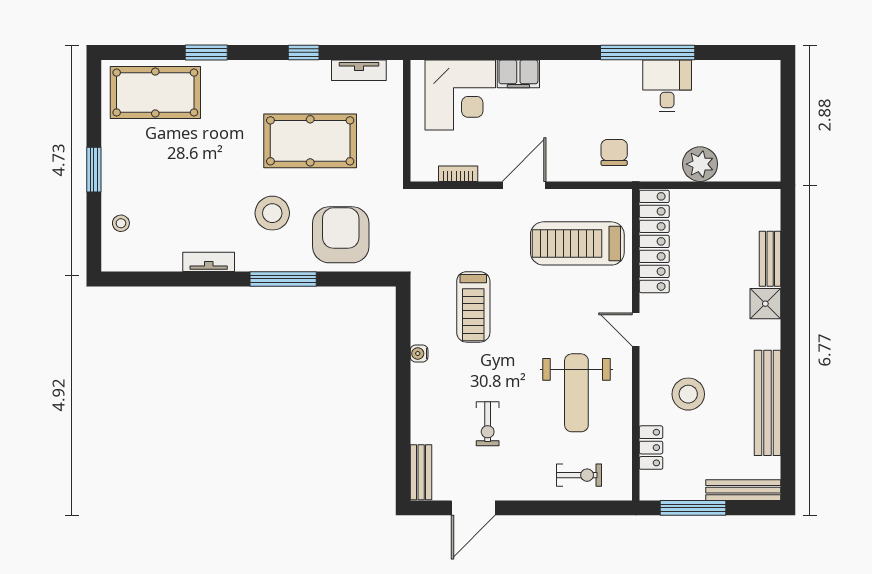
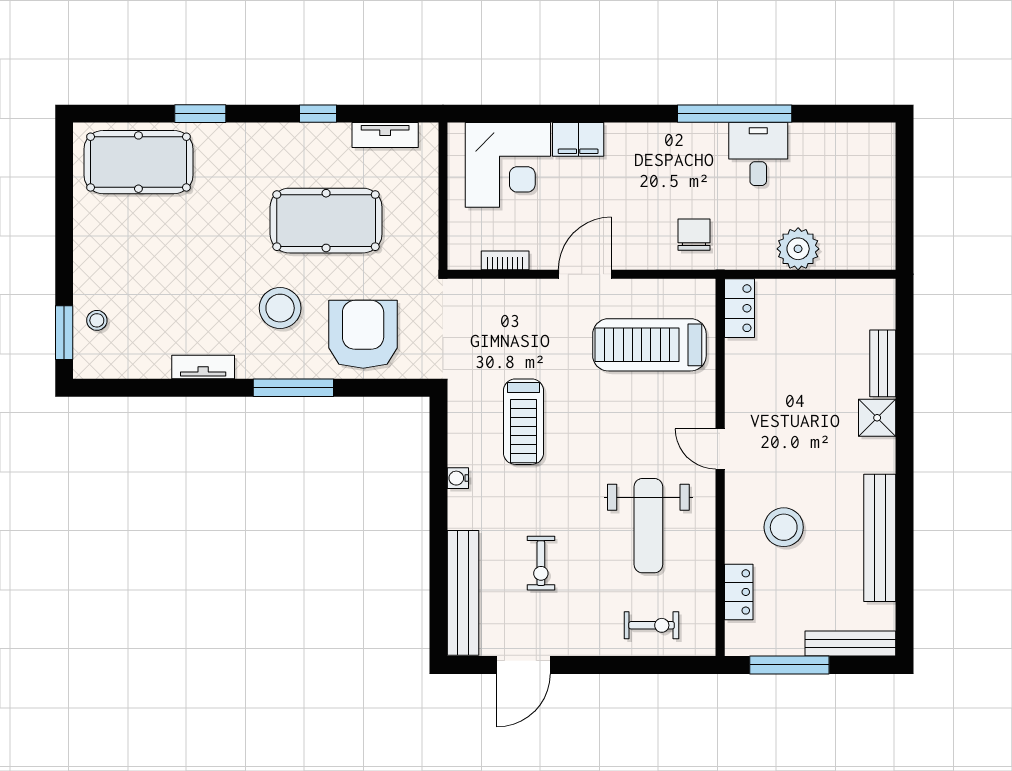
window: (94, 170) -> (64, 333), moved
locker: (654, 241) -> (739, 308), width x0.46, depth x0.83
bench: (421, 472) -> (463, 593), width x1.86, depth x1.21

